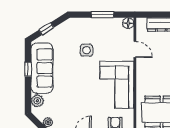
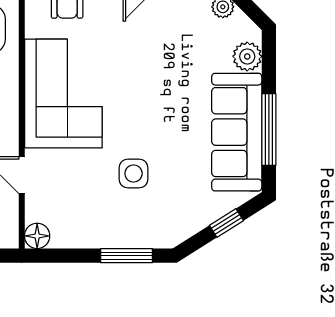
window: (102, 15) -> (127, 256), moved
window: (28, 69) -> (269, 130), width x2.17

